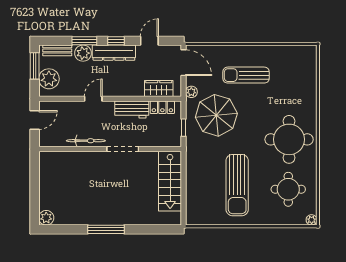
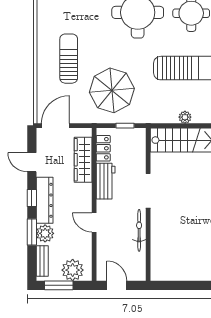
sun lounger: (246, 75) -> (69, 59), turned 180
wardrobe: (159, 88) -> (83, 160), width x1.50
plant: (191, 92) -> (185, 117), moved

